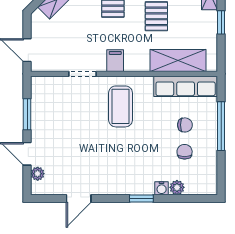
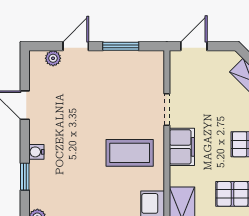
filing cabinet: (115, 61) -> (182, 147), width x2.00
water cooler: (162, 188) -> (36, 152), moved

